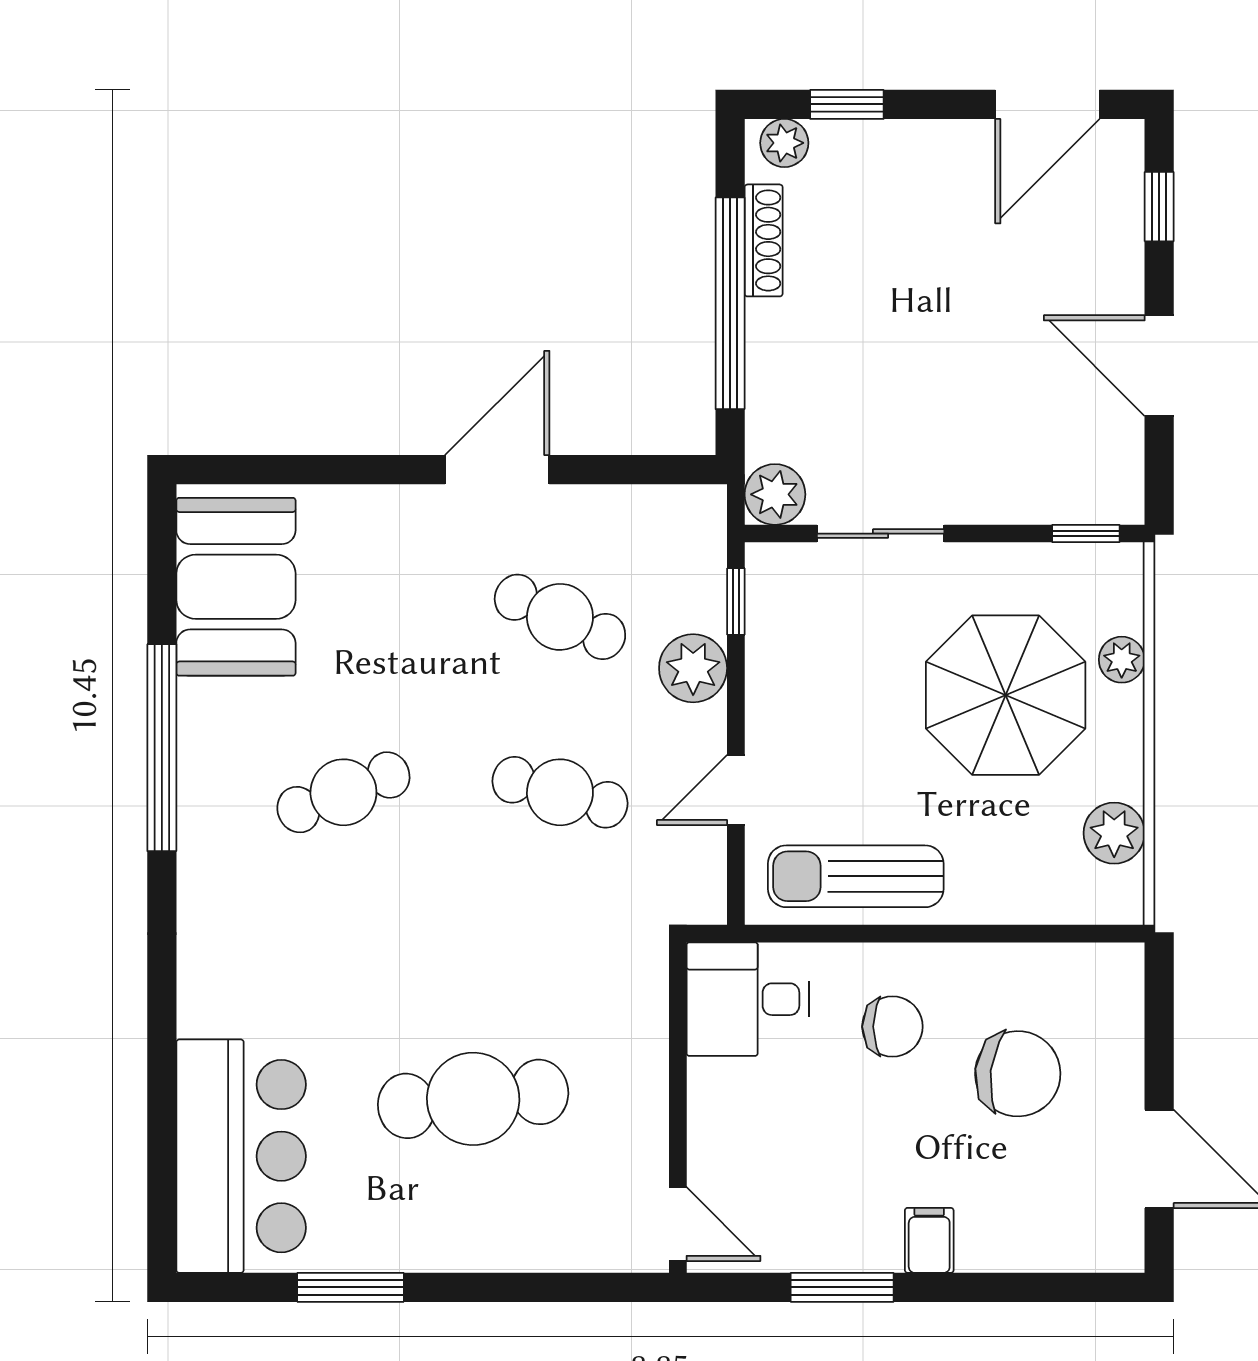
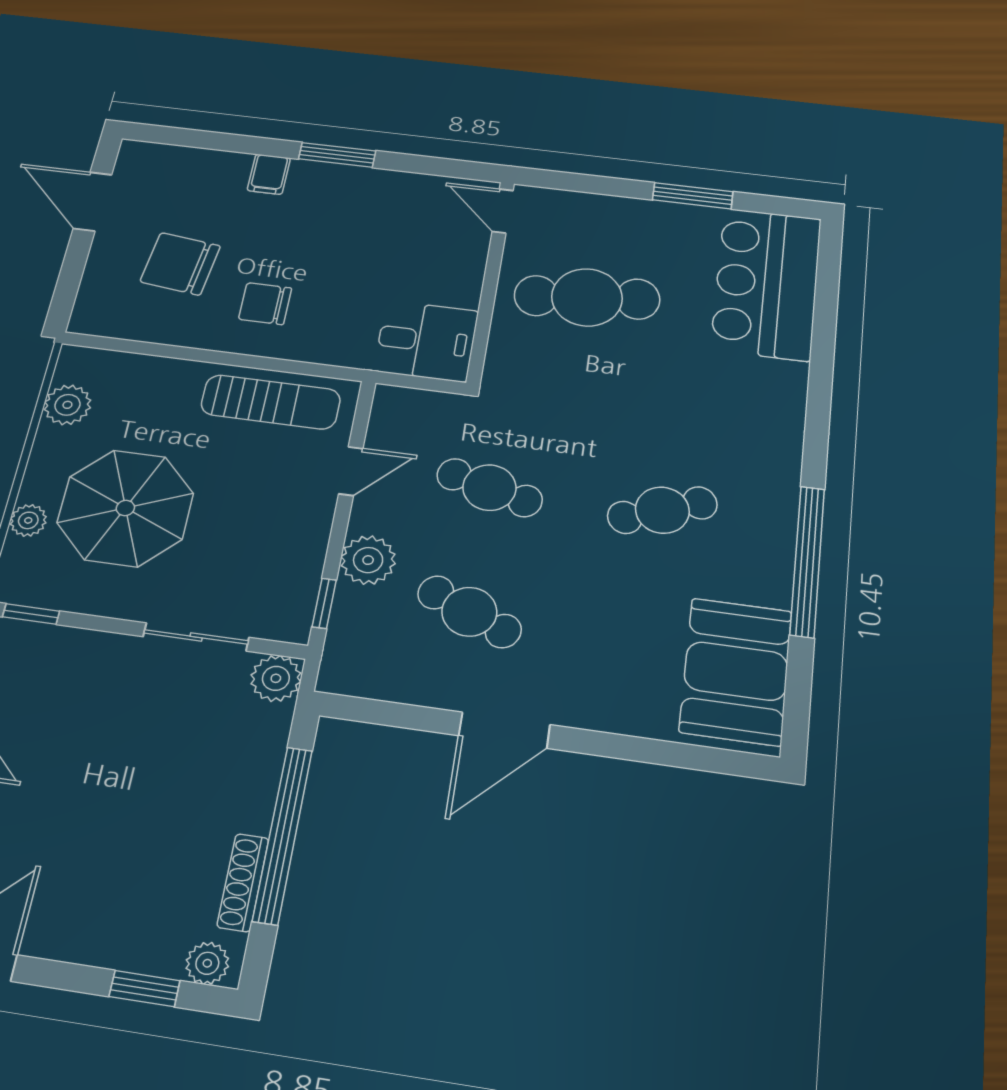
desk: (748, 999) -> (426, 341), moved
wall: (678, 1108) -> (491, 280), moved
door: (678, 1224) -> (503, 211), moved

